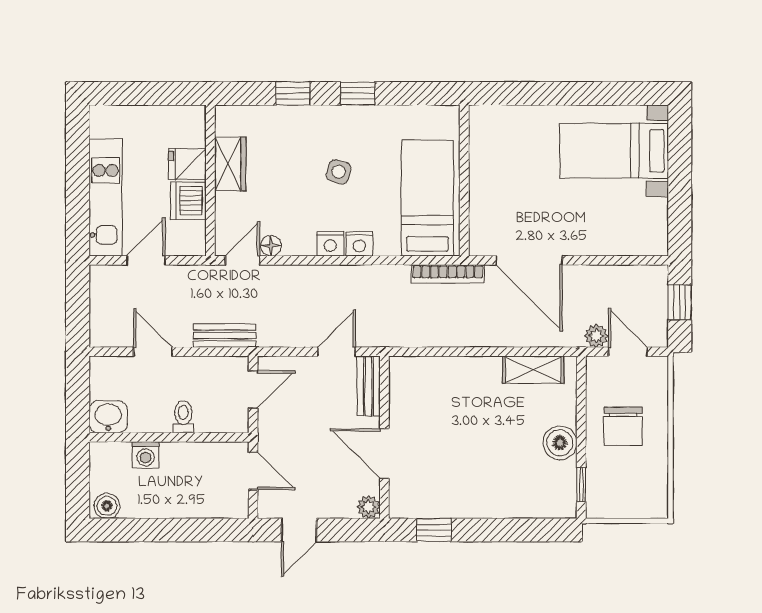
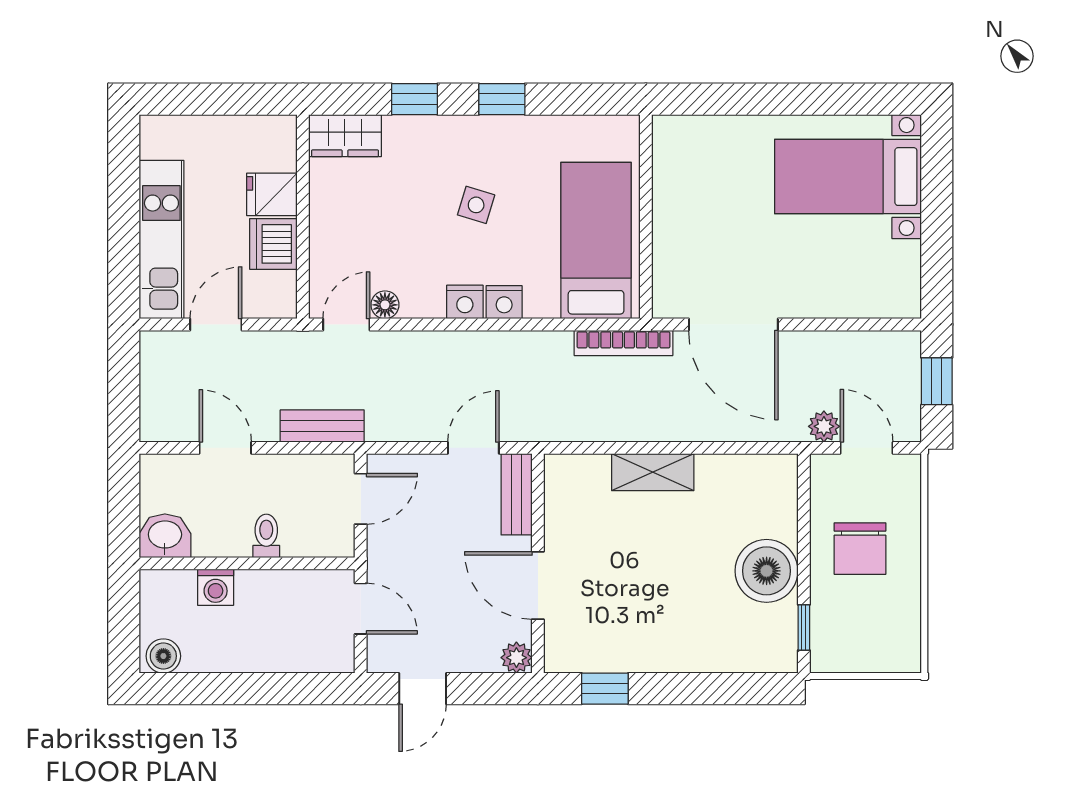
wardrobe: (230, 164) -> (345, 136), moved, turned 90
shelving: (533, 370) -> (653, 472), moved
boiler: (560, 443) -> (767, 571), width x1.37, depth x1.37

